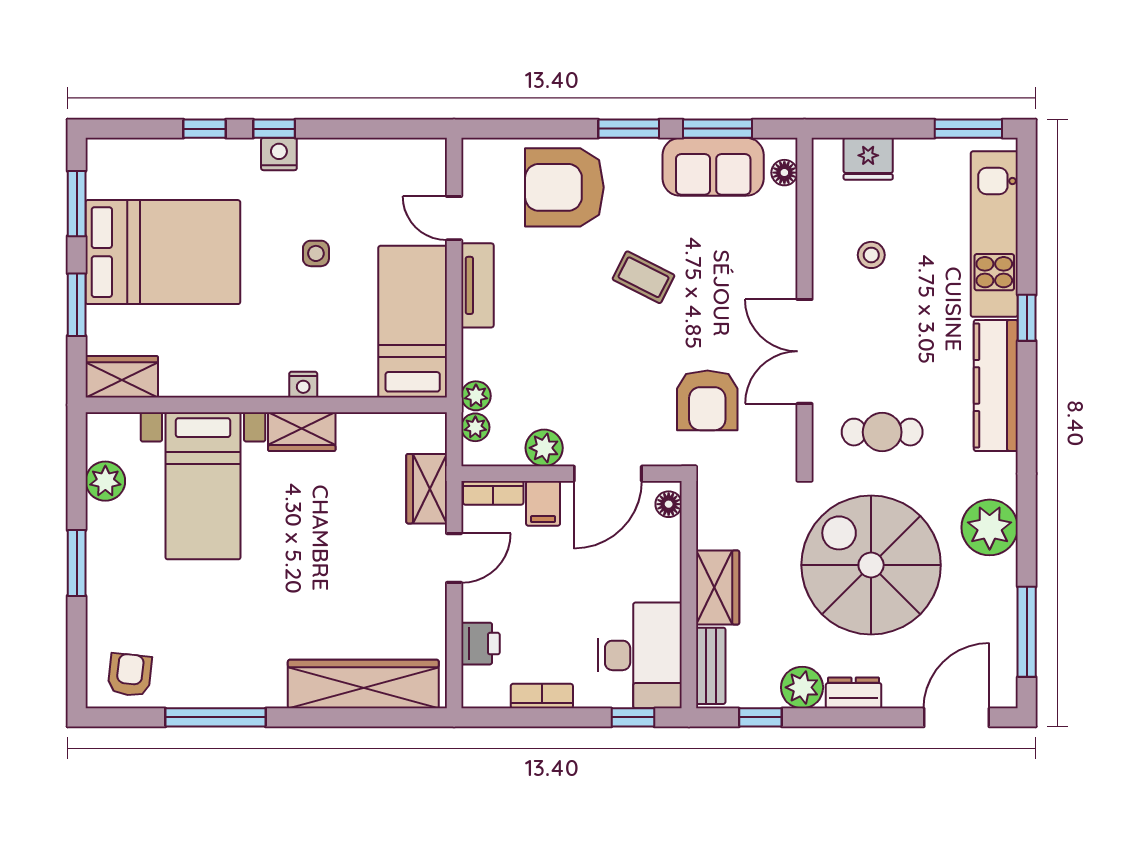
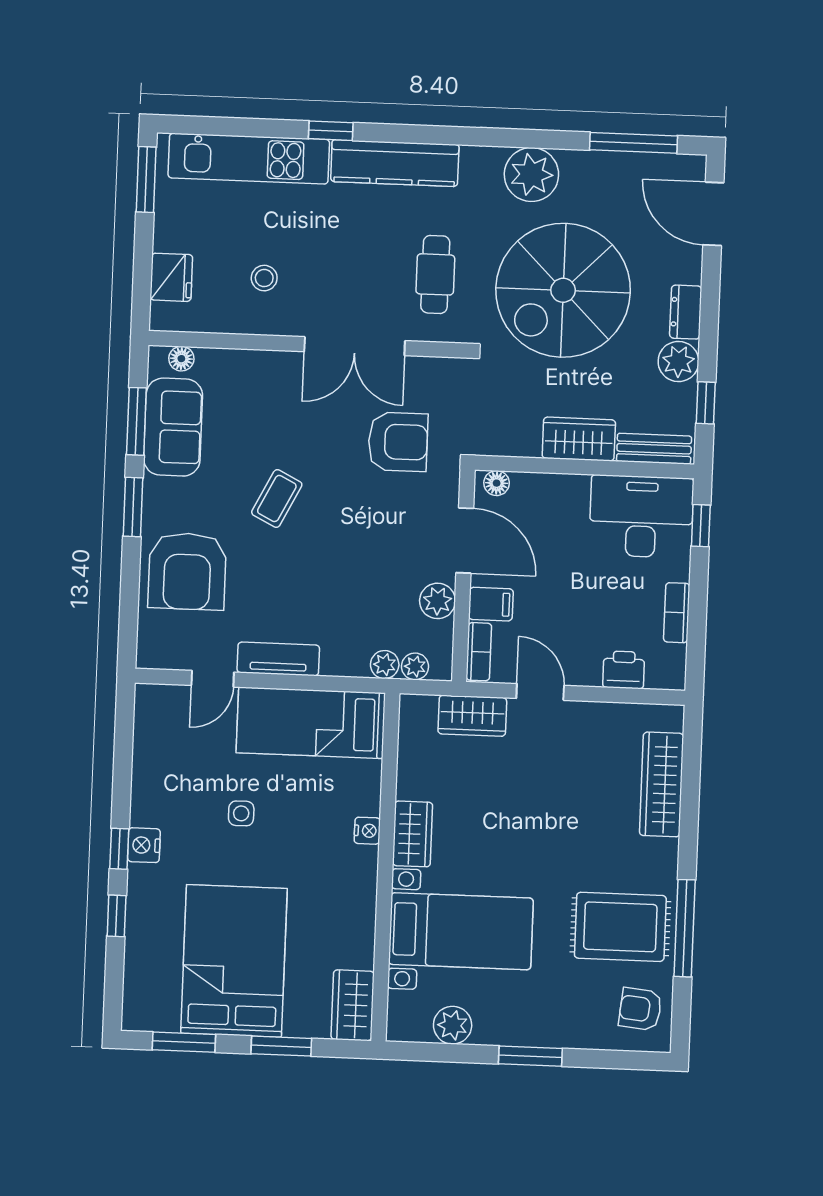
rug: (214, 651) -> (620, 927), added
wardrobe: (363, 684) -> (662, 784), width x0.71, depth x0.85

